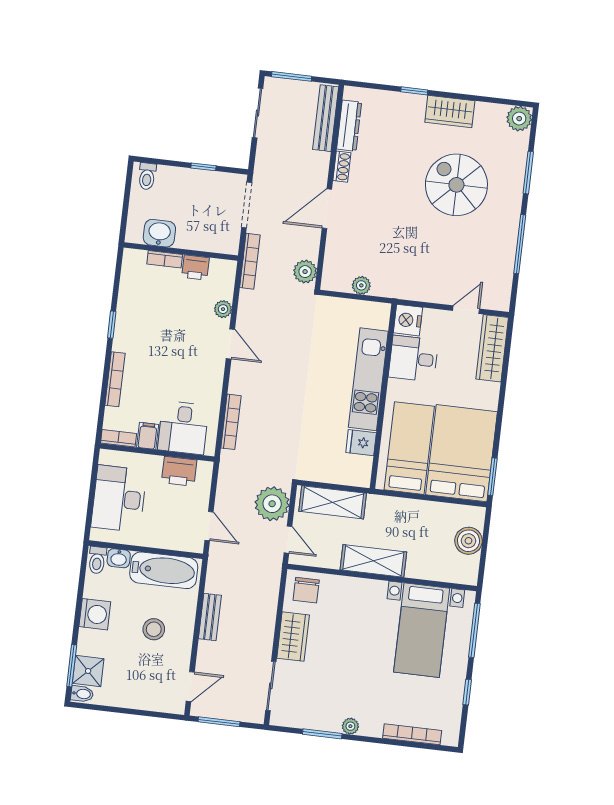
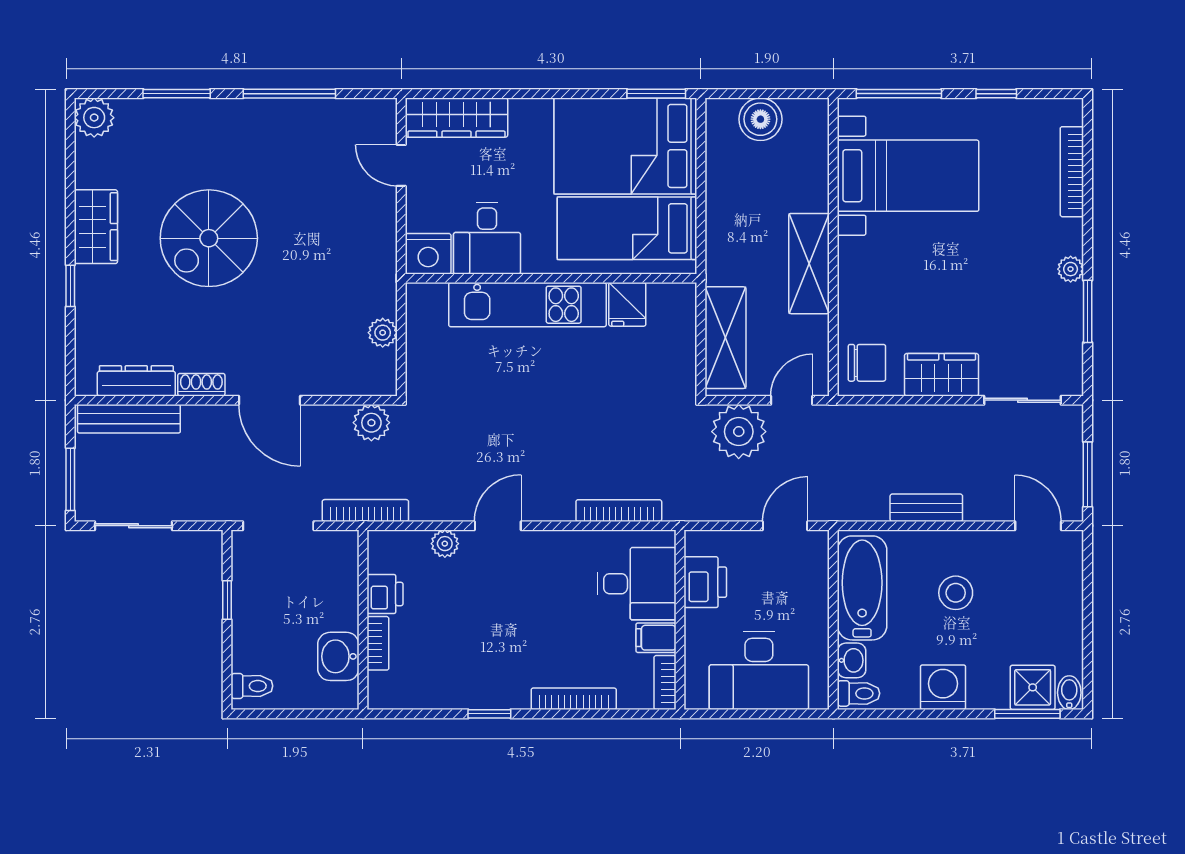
spiral stairs: (456, 185) -> (209, 238), moved

